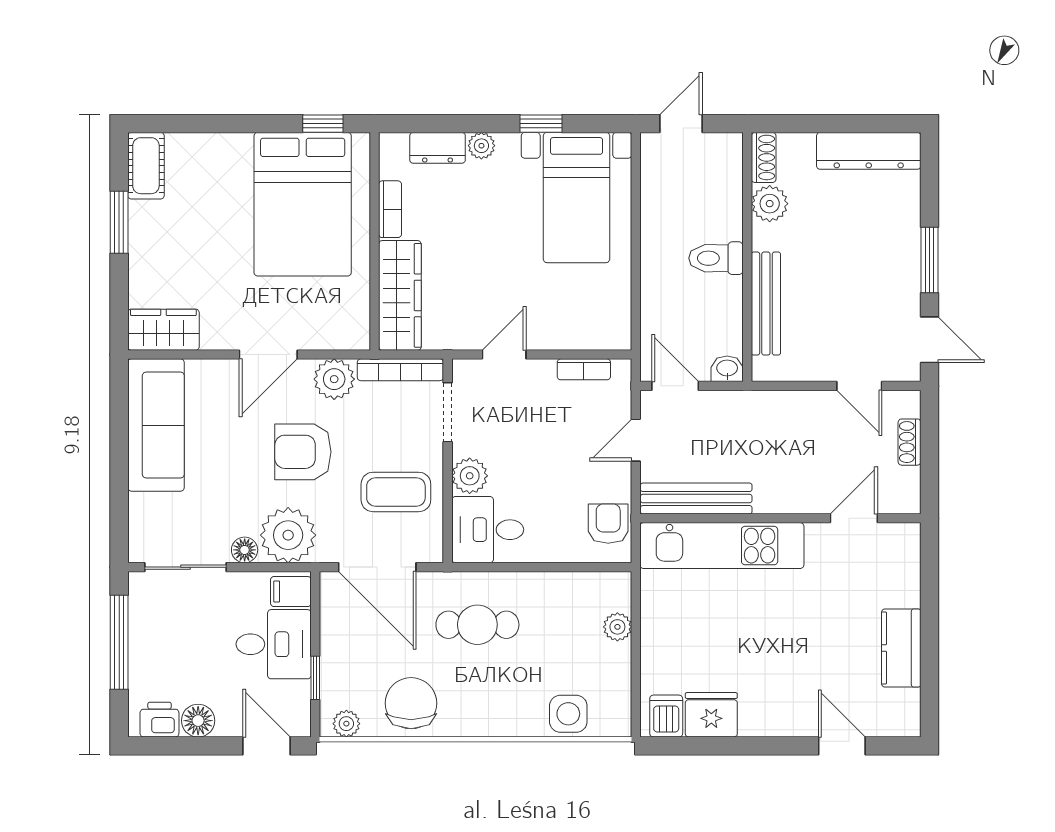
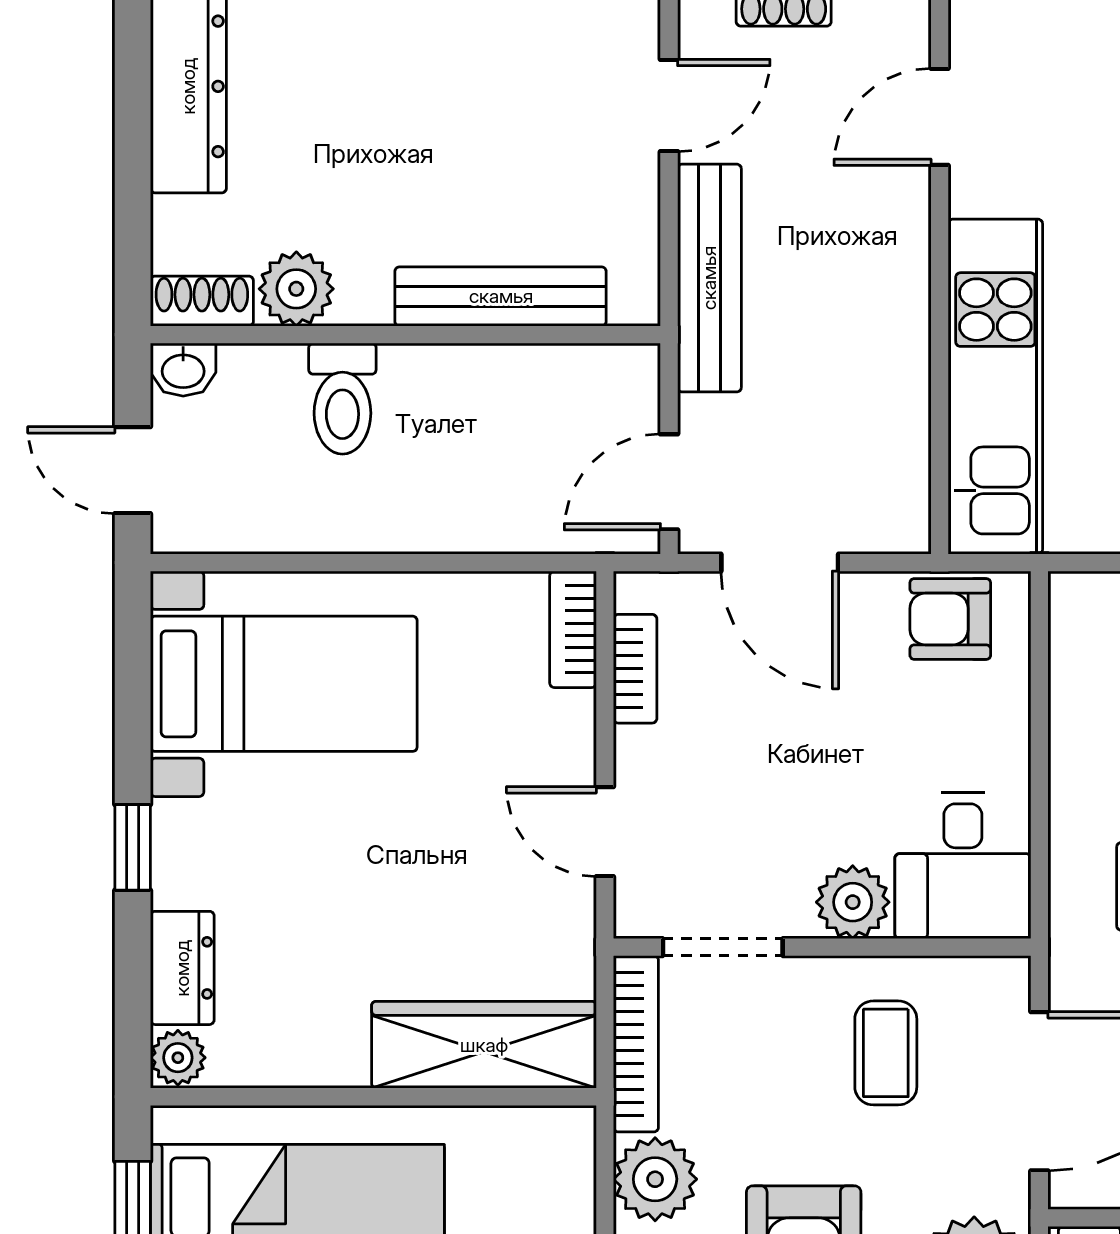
window: (541, 124) -> (133, 847), moved
plant: (481, 146) -> (178, 1058), moved
bookcase: (390, 209) -> (573, 629), moved, turned -90
toilet: (716, 258) -> (342, 399), moved
washbasin: (727, 369) -> (183, 370), moved, turned -90
door: (636, 440) -> (780, 563), width x1.38
coffee table: (396, 492) -> (886, 1053), width x0.73, depth x0.77
bench: (696, 499) -> (709, 278), moved
door: (854, 518) -> (940, 117), hinge flipped

